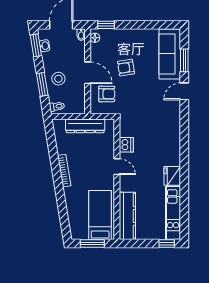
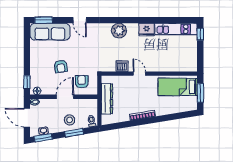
window: (184, 60) -> (44, 20), moved
plant: (171, 141) -> (119, 31), added
door: (117, 167) -> (139, 74), hinge flipped
kitchen counter: (127, 216) -> (178, 65), removed

